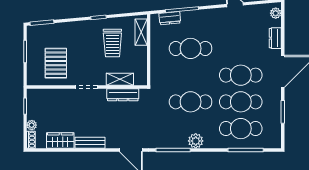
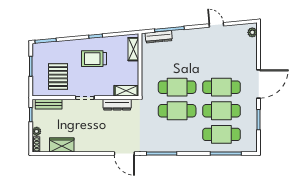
dresser: (170, 18) -> (159, 37), width x1.44
dresser: (275, 38) -> (252, 54), removed
trolley: (112, 43) -> (94, 59), moved, turned 90
cafe table: (191, 48) -> (177, 87), moved
shelving: (120, 79) -> (126, 91), moved
plant: (196, 141) -> (182, 145), removed
bench: (90, 143) -> (49, 104), moved

